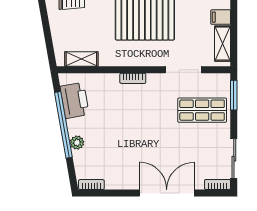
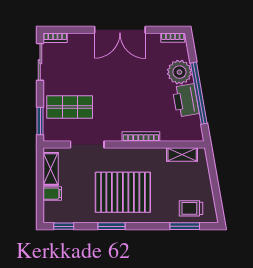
bookcase: (133, 78) -> (141, 137), width x1.56
printer: (75, 100) -> (186, 100), moved
plant: (77, 143) -> (179, 72), width x1.88, depth x1.88
double door: (167, 193) -> (120, 30), moved

